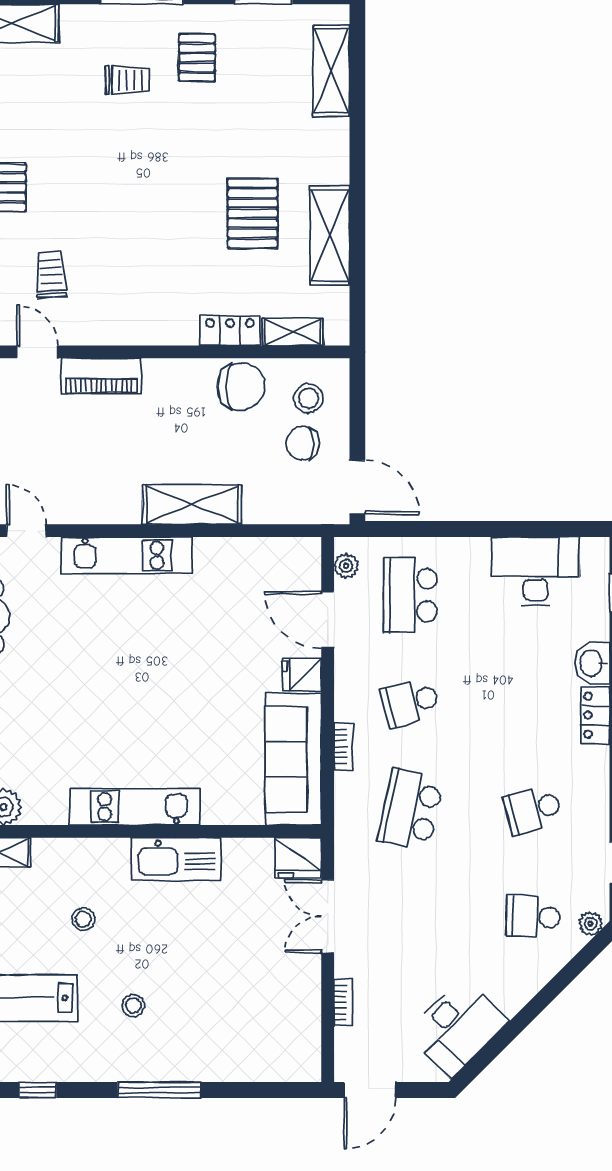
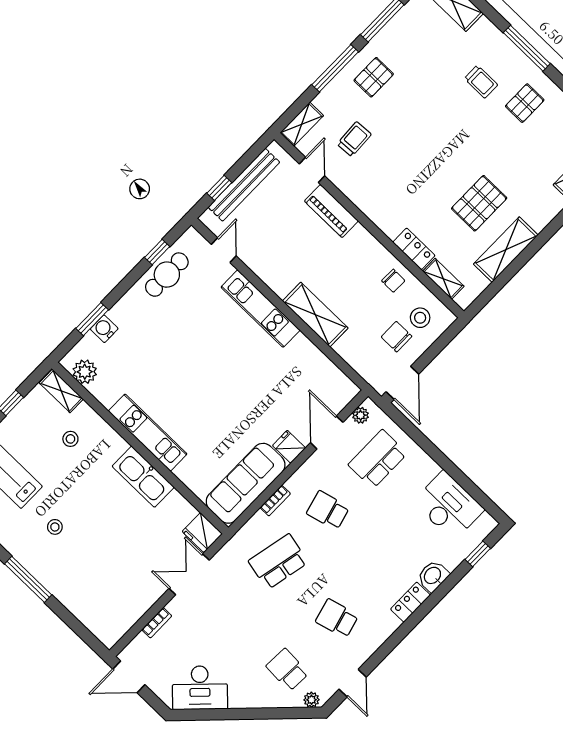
chair: (241, 386) -> (393, 281), width x0.54, depth x0.54
stool: (83, 919) -> (70, 439), moved

